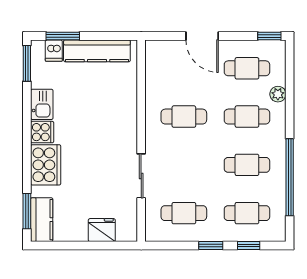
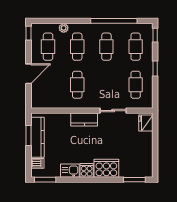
window: (63, 36) -> (29, 136), moved
kitchen counter: (42, 220) -> (84, 120), moved, turned 180
fridge: (102, 230) -> (146, 123), moved
window: (249, 245) -> (155, 35), moved

